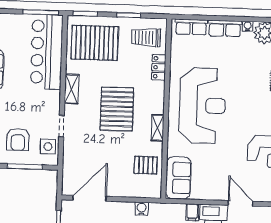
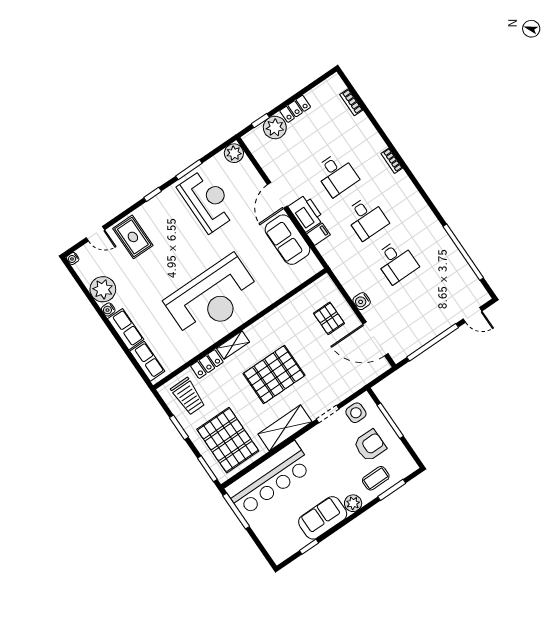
shelving: (72, 89) -> (285, 428), width x1.50, depth x1.33
reception desk: (202, 106) -> (213, 298), turned 180
shelving: (157, 128) -> (233, 345), moved
pallet: (146, 165) -> (329, 318), moved
sofa: (178, 178) -> (287, 240), moved, turned -90
water cooler: (142, 209) -> (362, 301), moved

